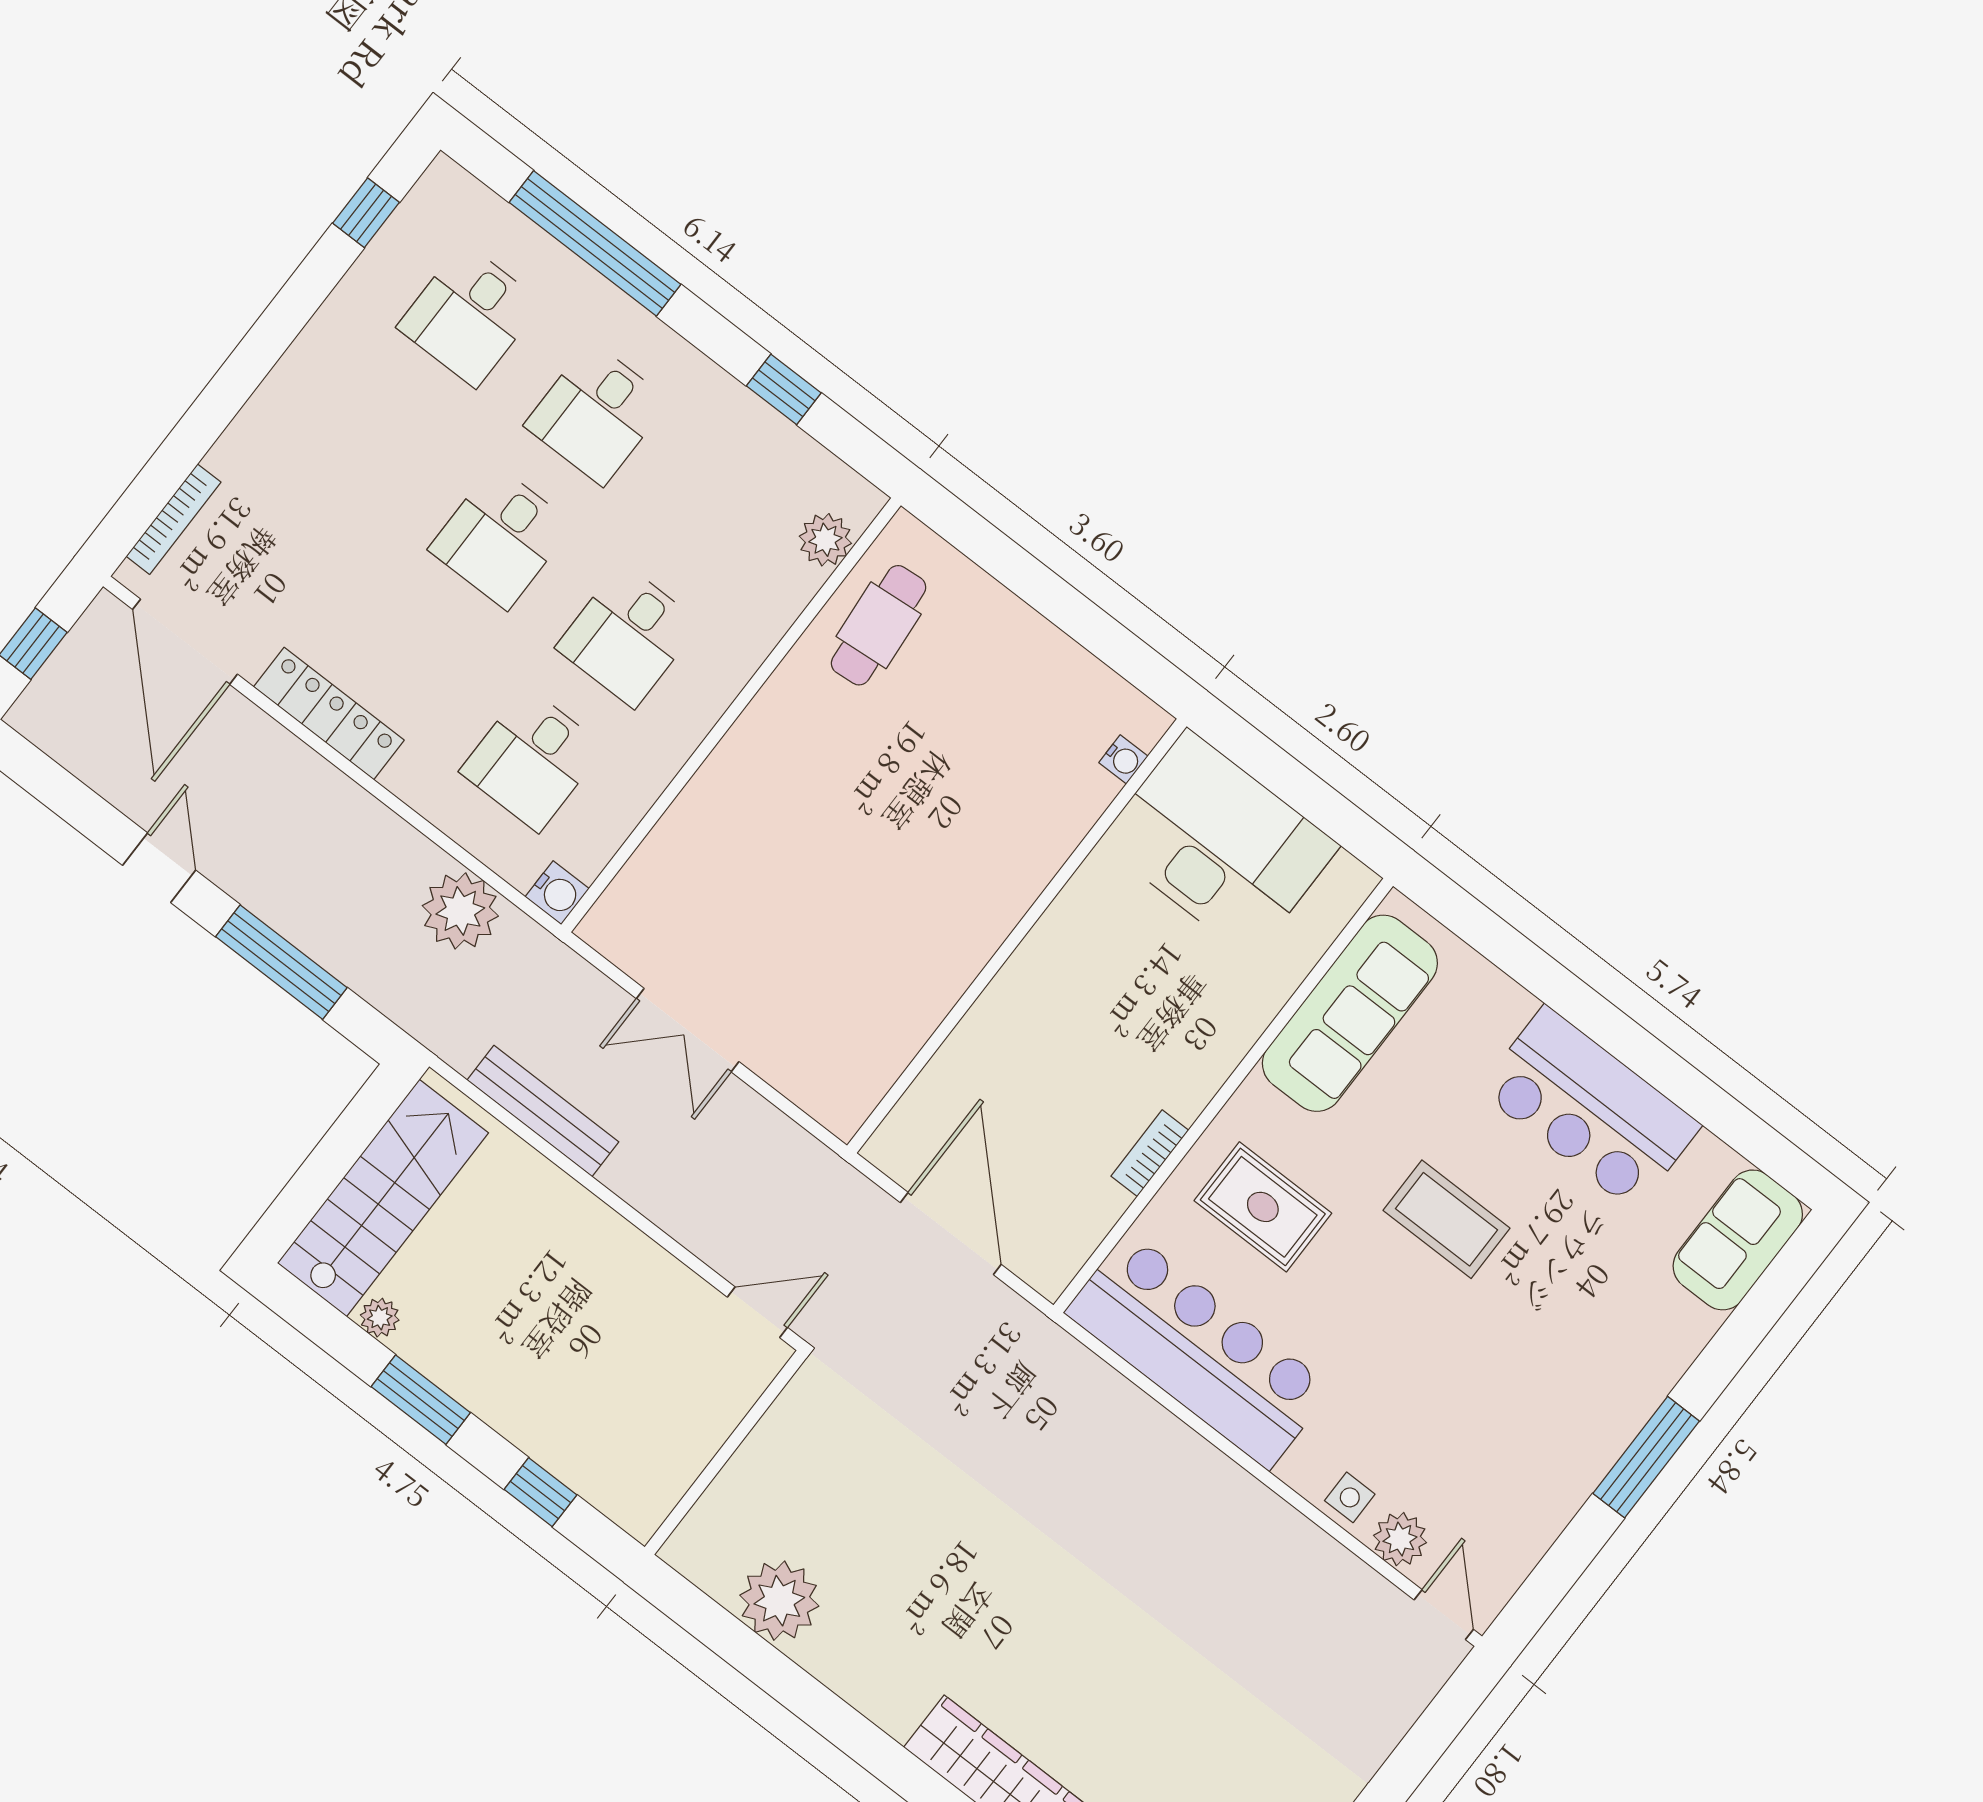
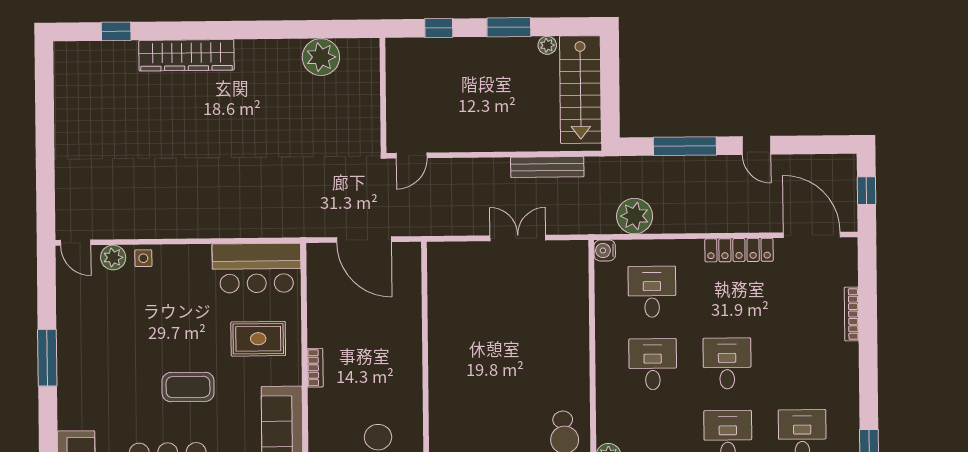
bookcase: (174, 519) -> (852, 314), moved
bookcase: (1150, 1153) -> (315, 368), moved
bar counter: (1198, 1350) -> (257, 268), width x0.73

